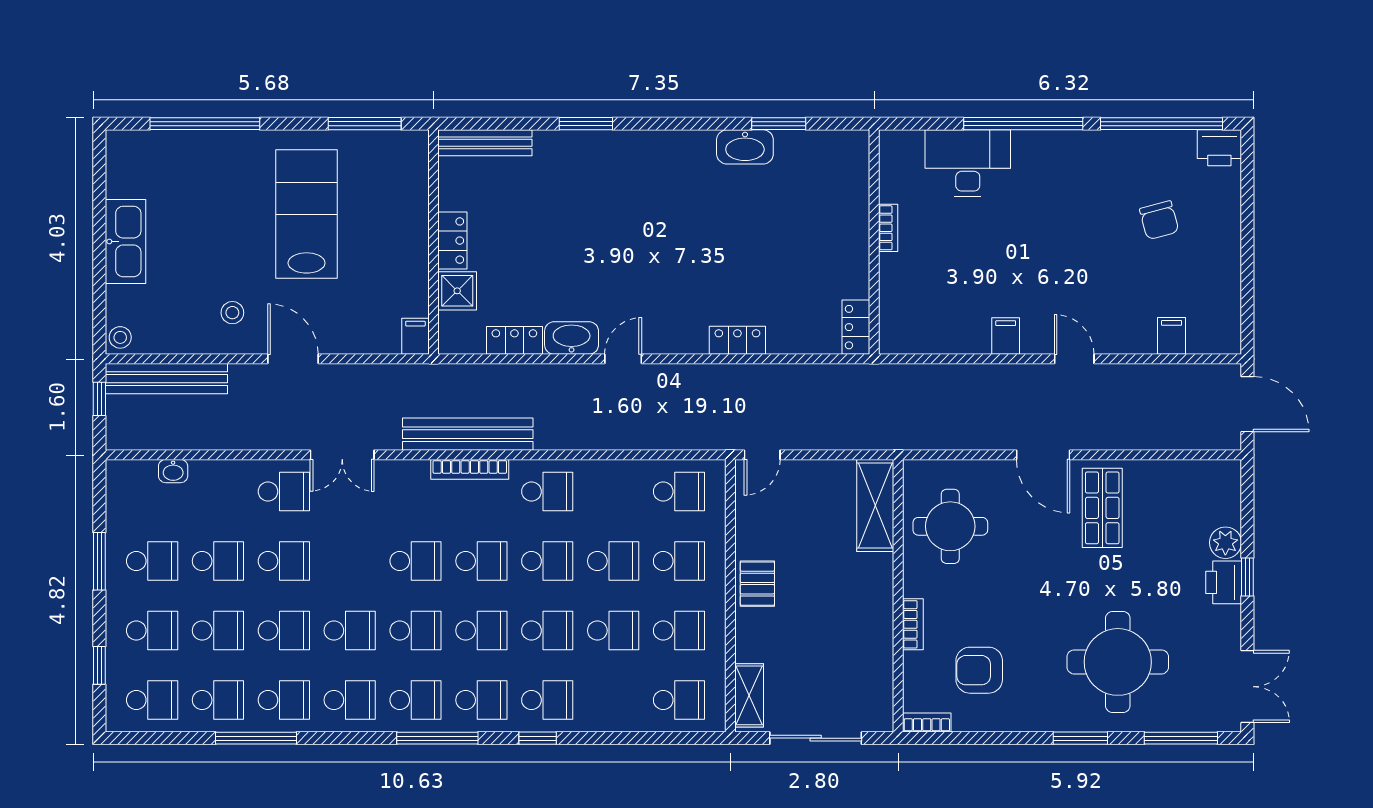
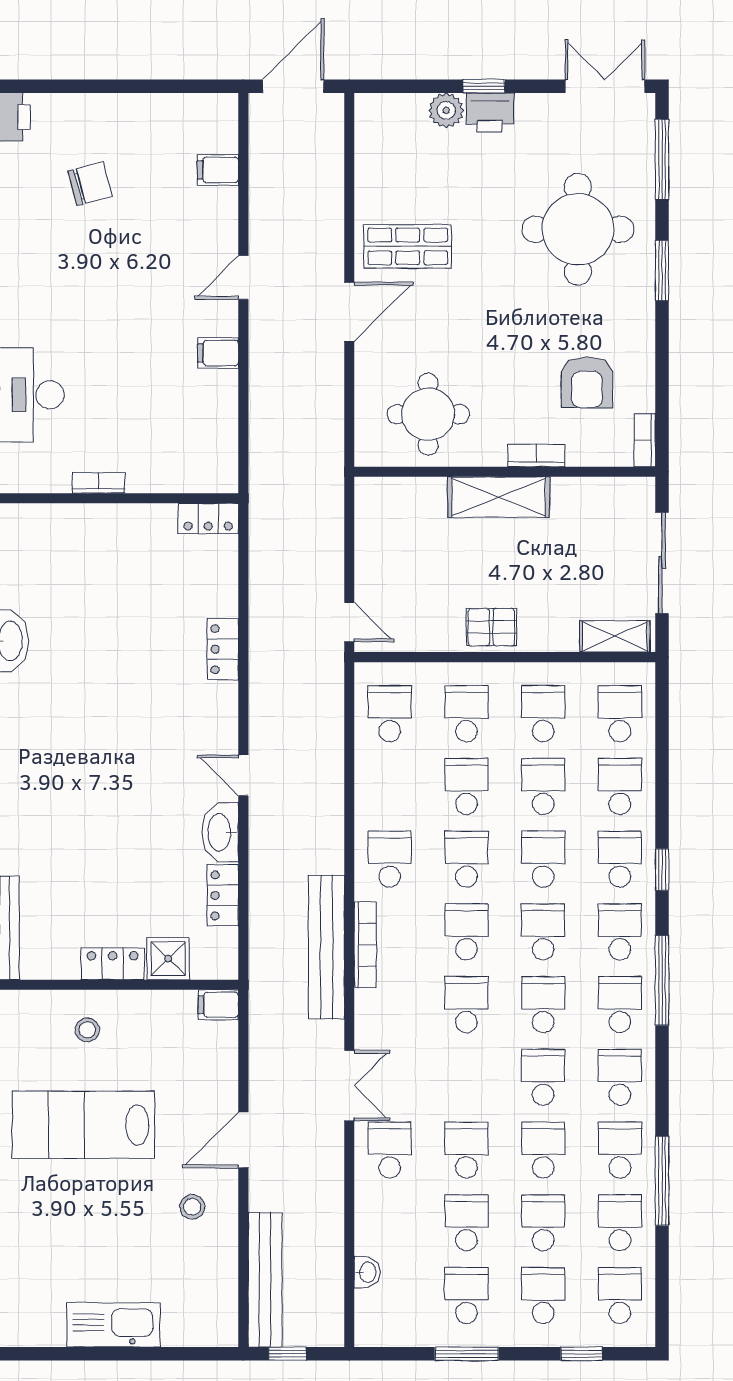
stool: (120, 337) -> (87, 1030), moved
shelving: (875, 505) -> (499, 497), moved
school desk: (613, 700) -> (620, 786), added

